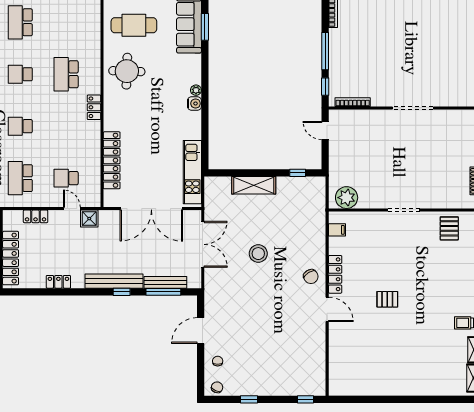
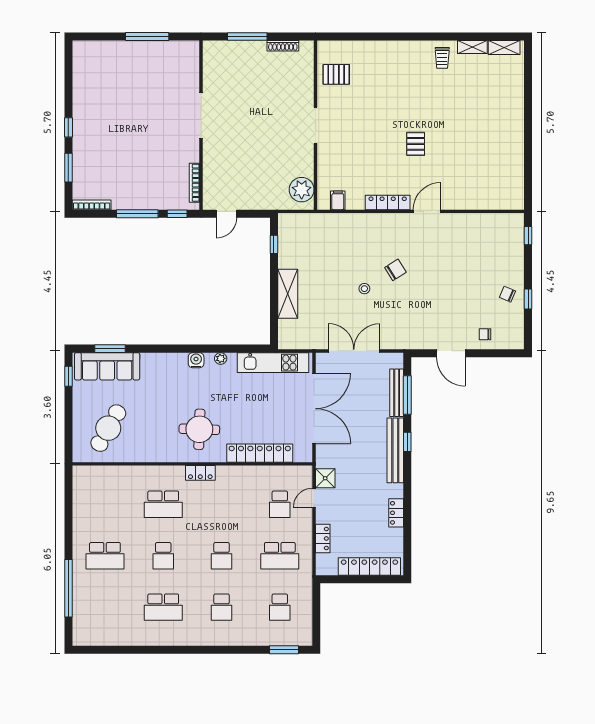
cafe table: (134, 25) -> (108, 428), turned 30
round table: (127, 71) -> (199, 429), moved
plant: (196, 90) -> (221, 358), moved
stool: (258, 254) -> (364, 289), width x0.53, depth x0.53
chair: (311, 277) -> (395, 270), moved
chair: (217, 387) -> (507, 294), moved

